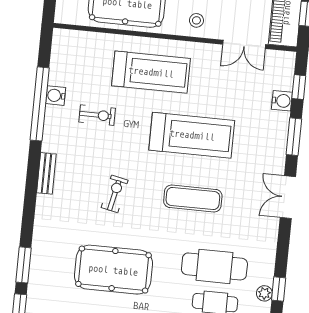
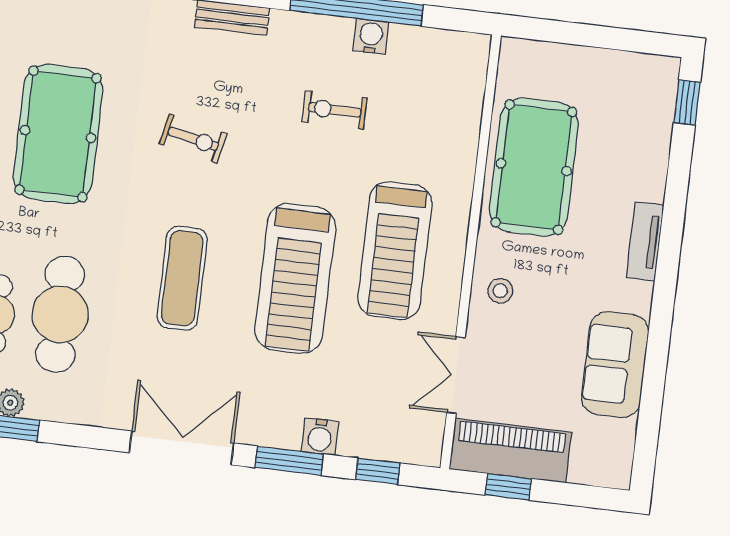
treadmill: (151, 72) -> (395, 251), moved
water cooler: (282, 101) -> (320, 437), moved
exercise bike: (97, 115) -> (335, 110), turned 90
double door: (288, 197) -> (181, 448), width x1.37

